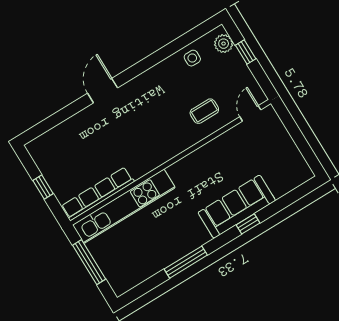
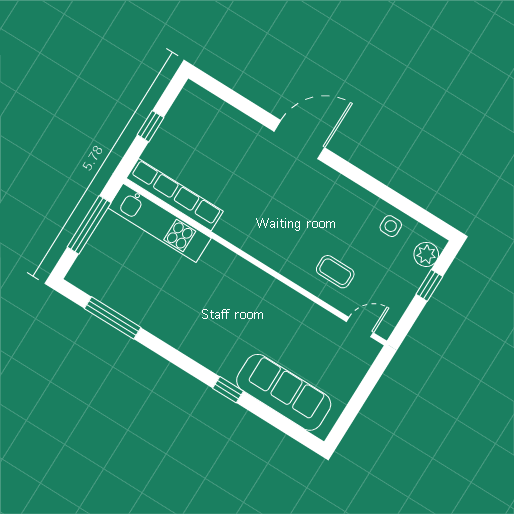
door: (103, 91) -> (299, 140), width x1.36
kitchen unit: (124, 206) -> (159, 223), width x0.73
sofa: (237, 207) -> (284, 392), moved
window: (186, 262) -> (113, 318), moved

